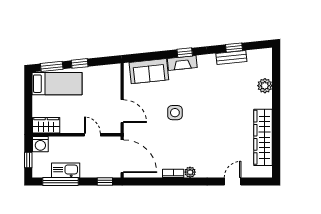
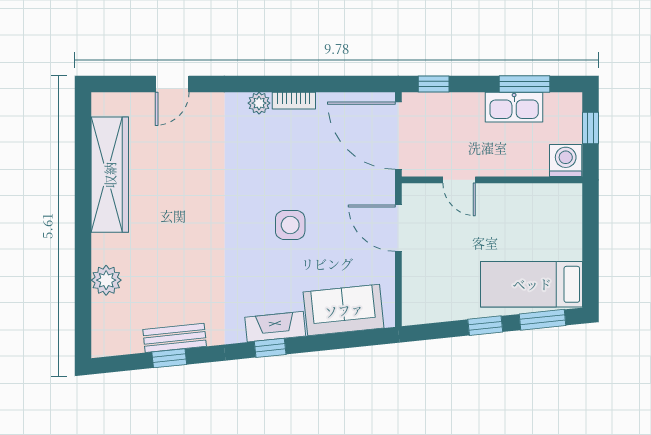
wardrobe: (46, 125) -> (554, 199), removed
window: (61, 182) -> (524, 84), width x0.69

